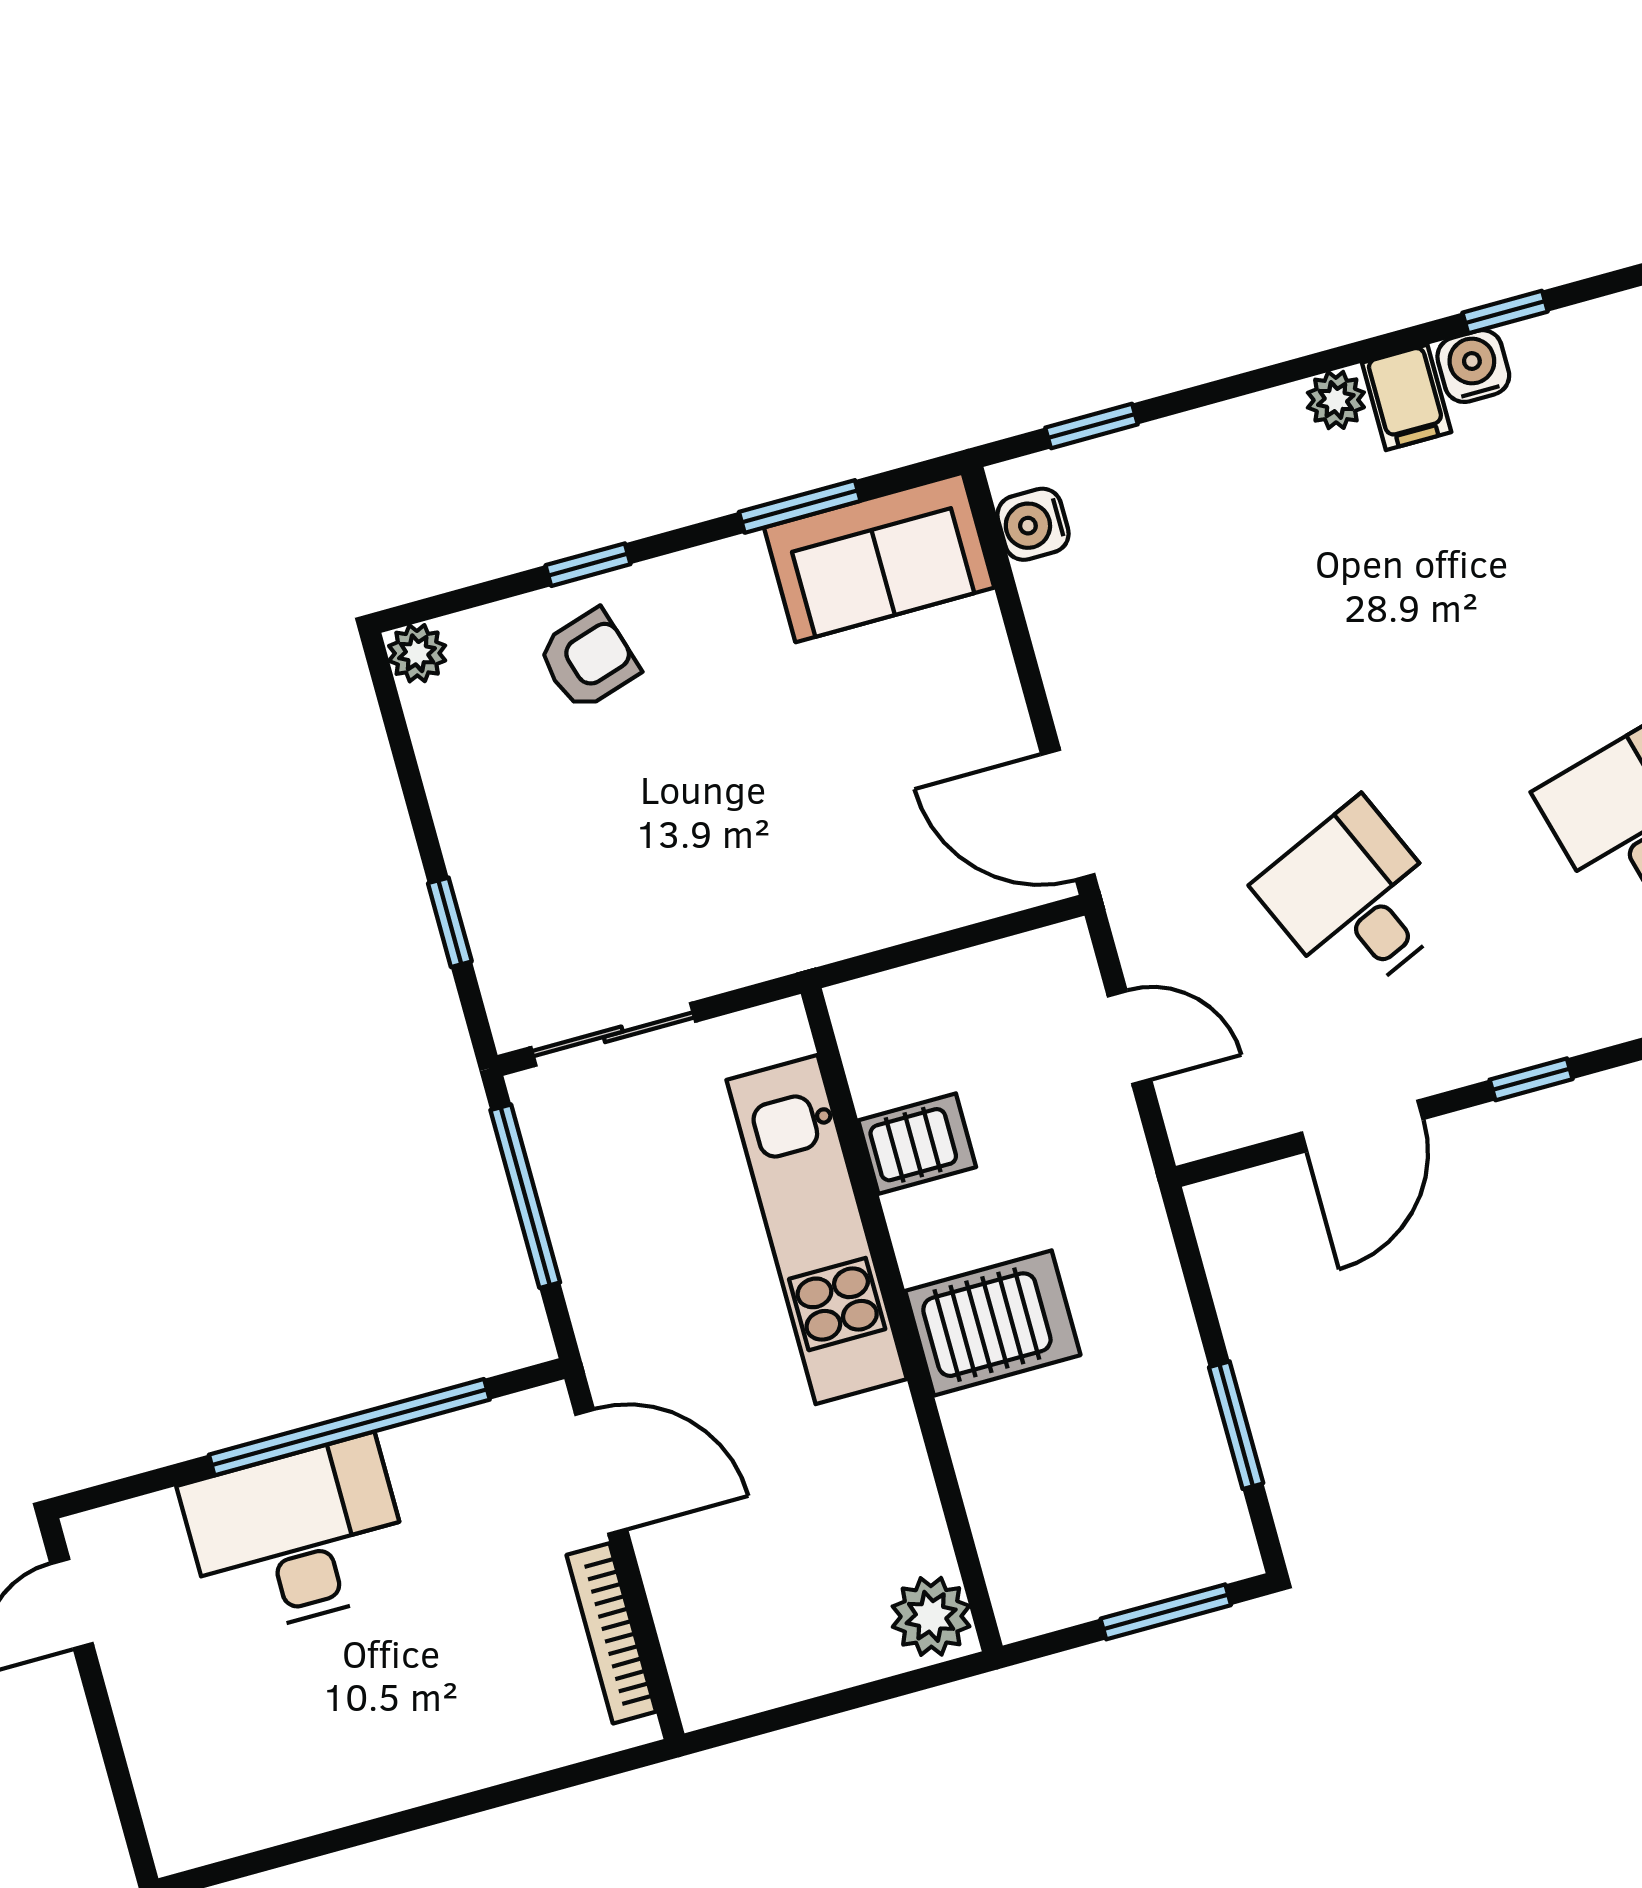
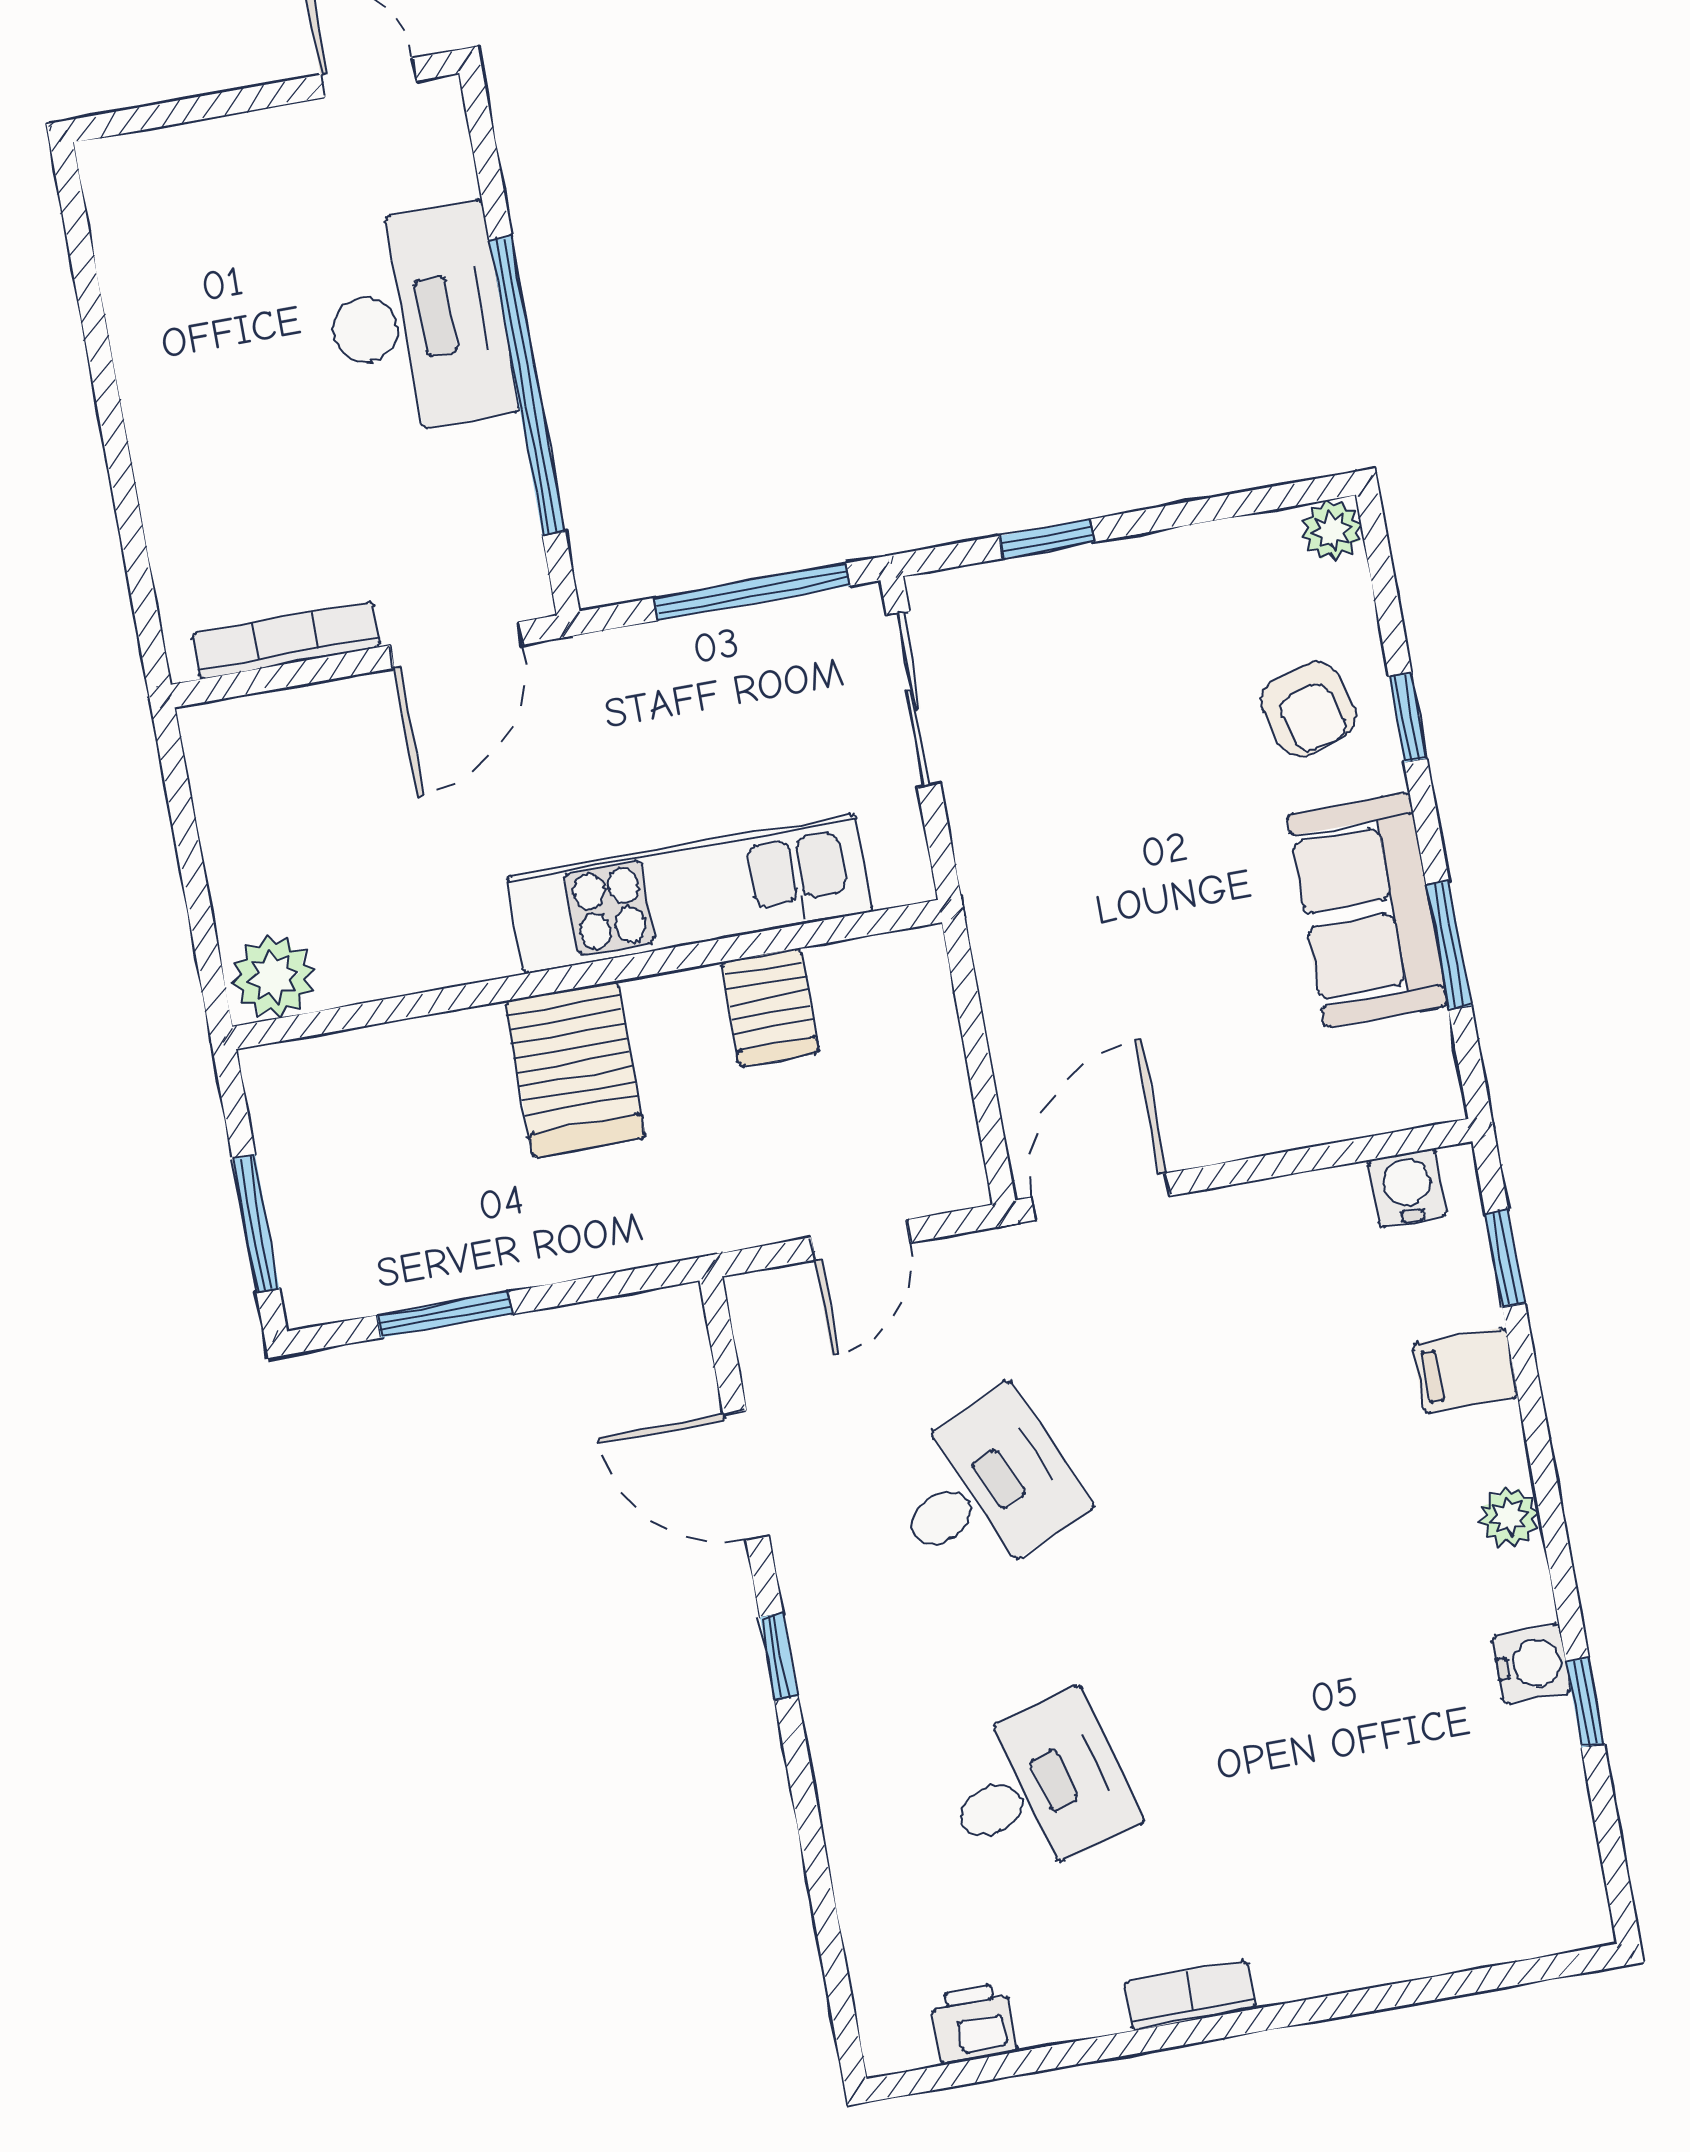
filing cabinet: (1407, 397) -> (1465, 1370), moved
sofa: (879, 558) -> (1367, 910), moved

